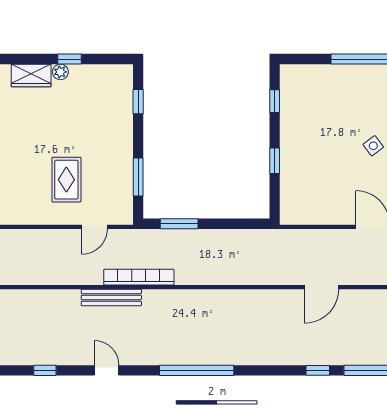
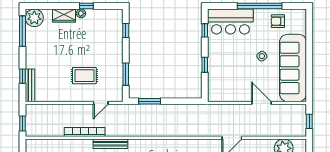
bar counter: (319, 86) -> (230, 22), added
rug: (66, 180) -> (84, 76), turned 90
bookcase: (139, 277) -> (85, 132), moved

